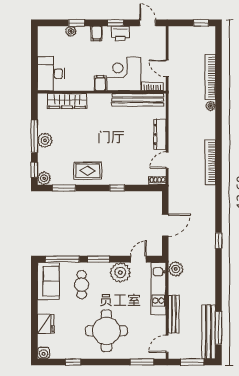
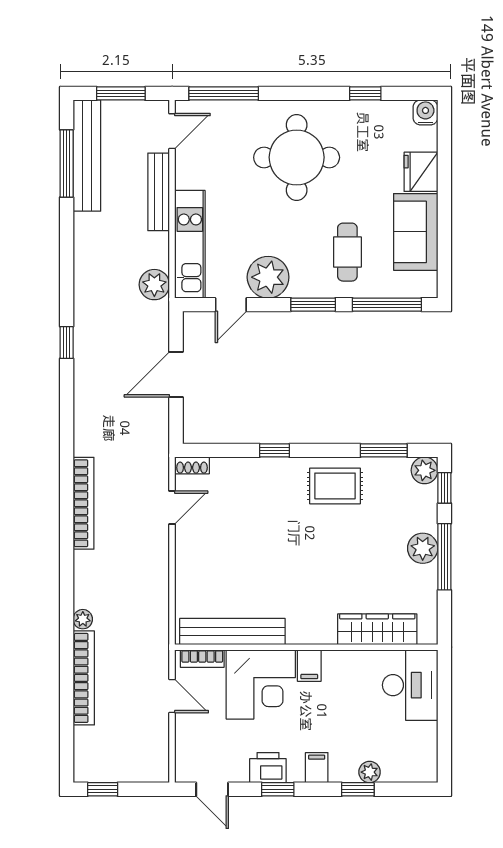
dresser: (160, 134) -> (187, 560), removed
sofa: (48, 281) -> (416, 232), moved
window: (142, 362) -> (224, 93), width x1.44

